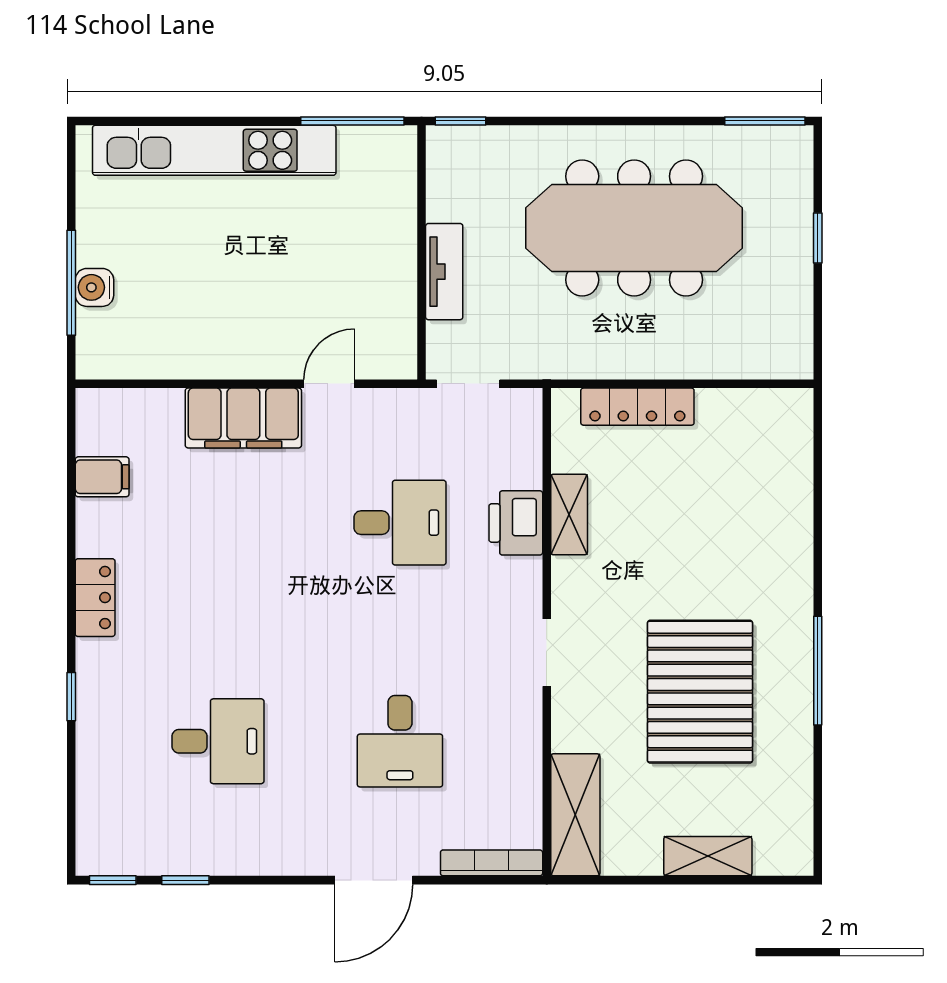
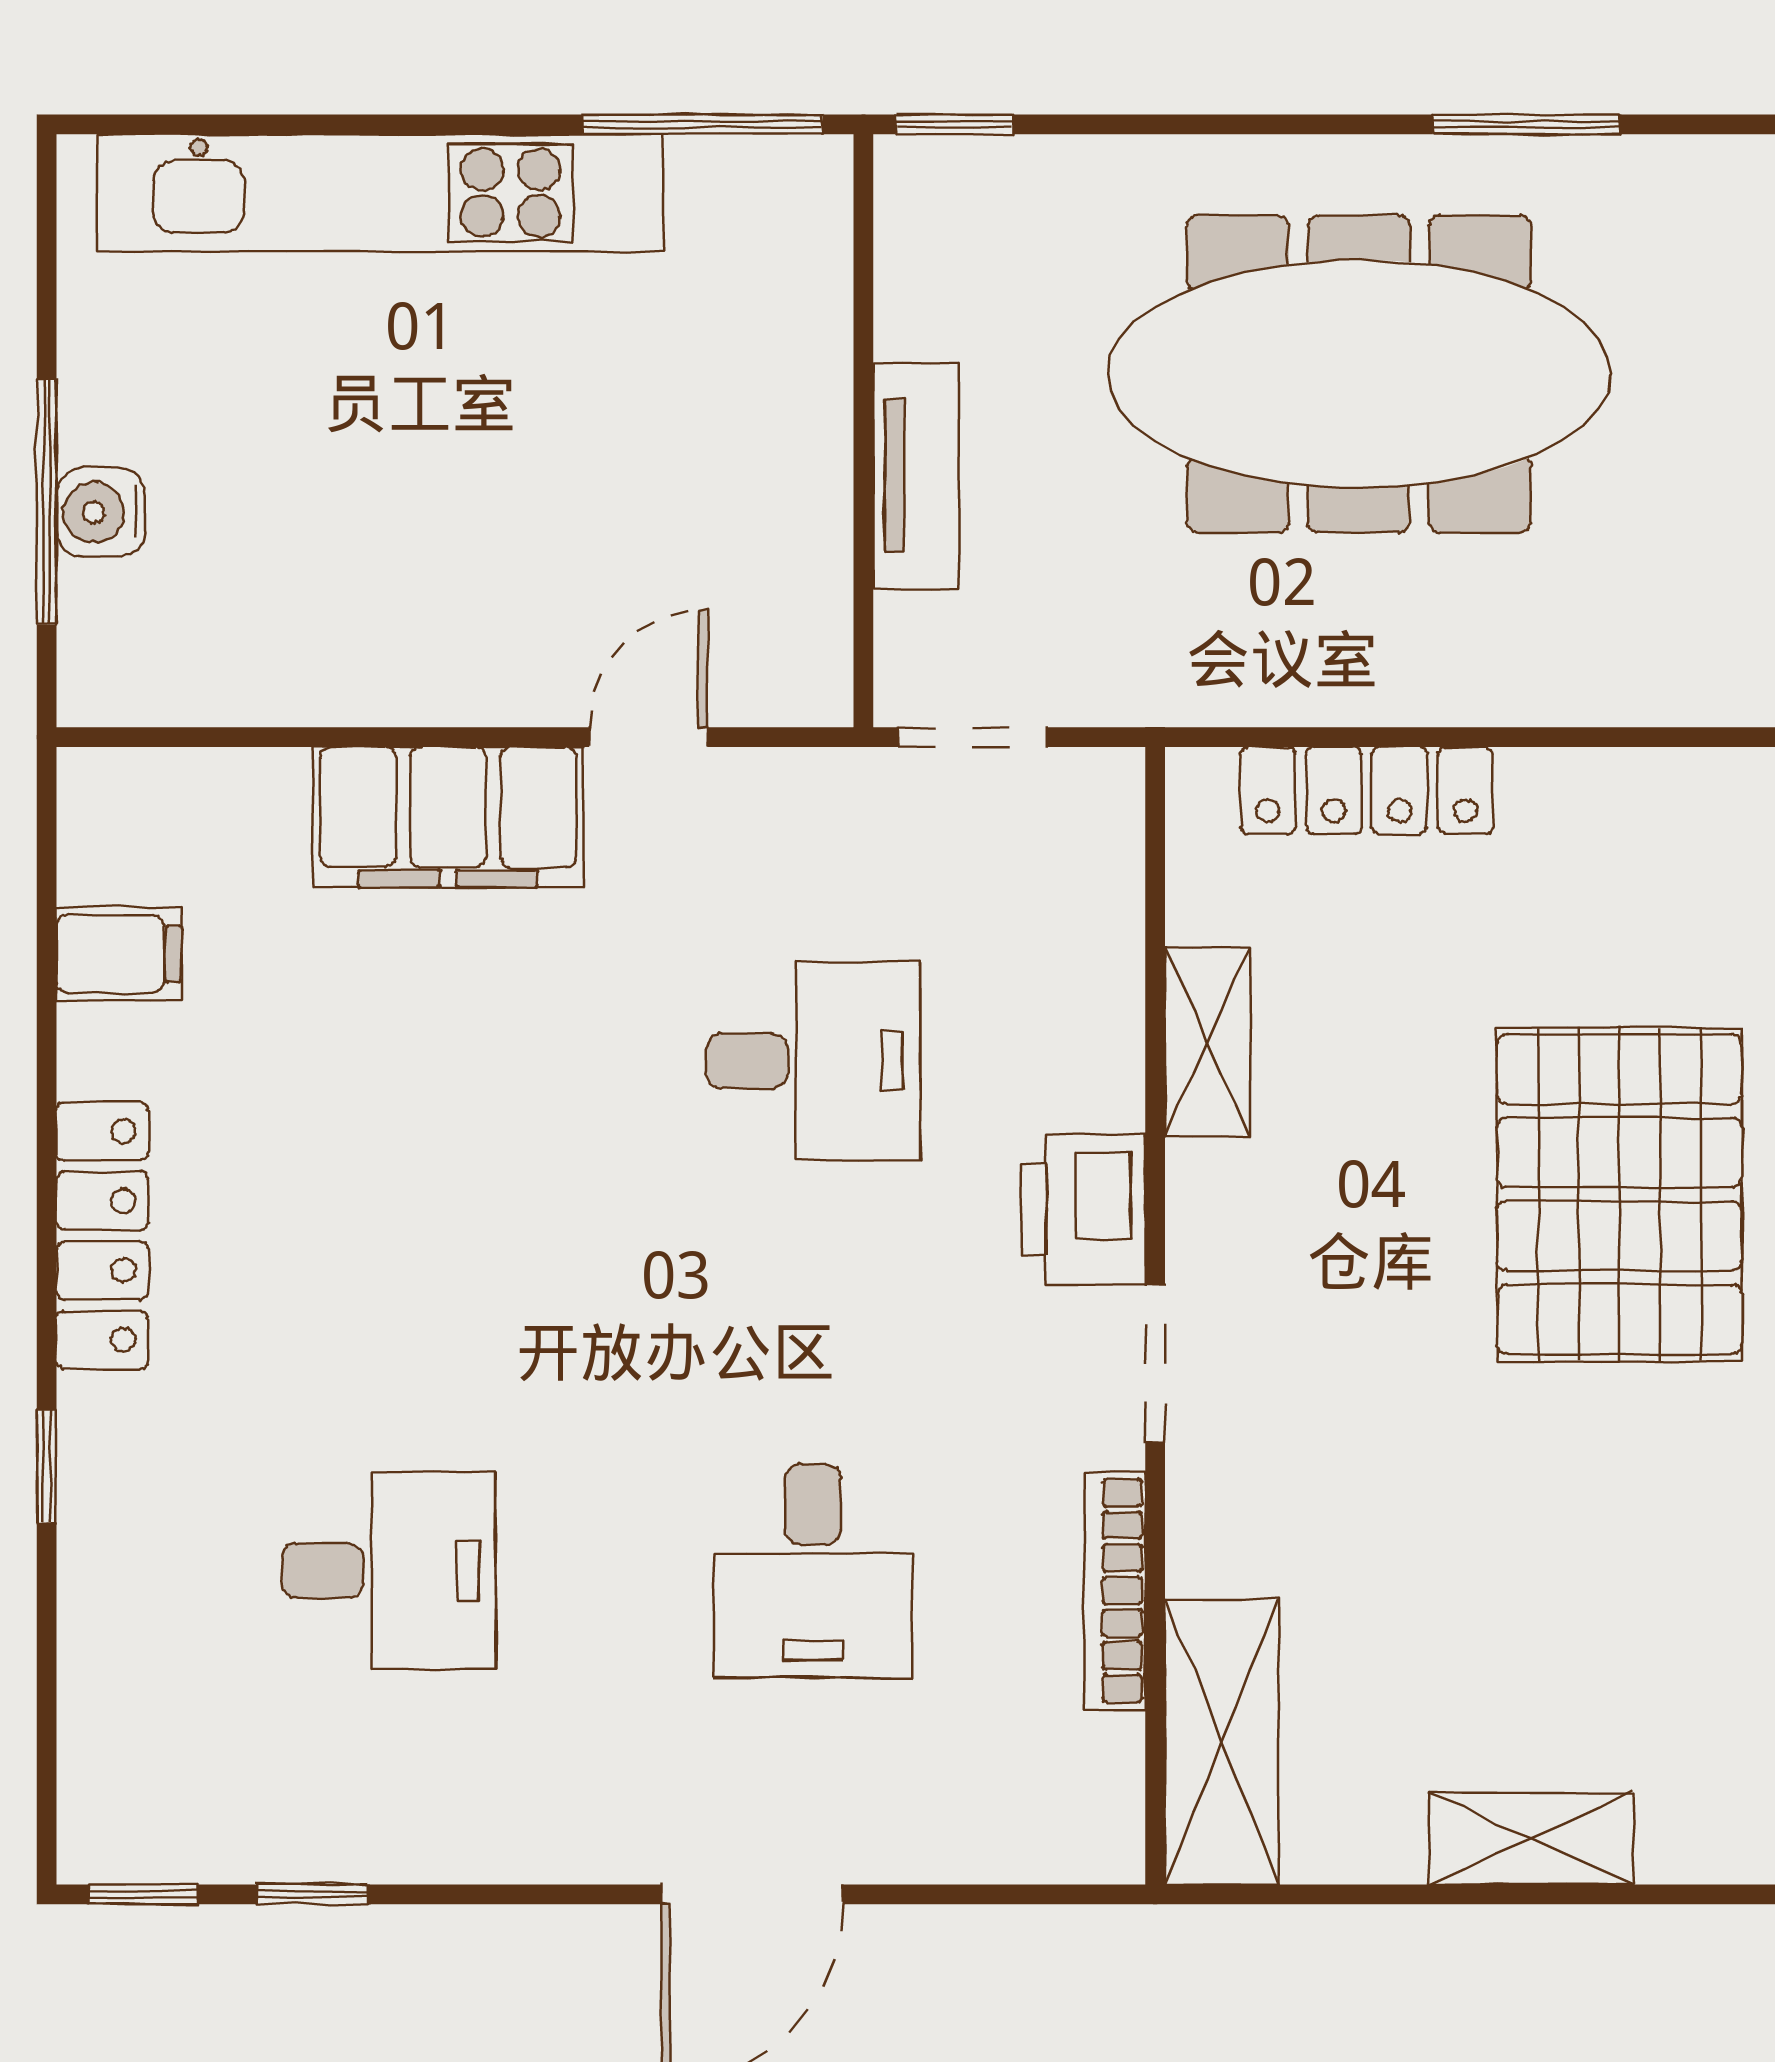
window: (765, 121) -> (1526, 124), moved
printer: (516, 523) -> (1083, 1209), moved
locker: (95, 598) -> (102, 1236), width x1.53
pallet: (700, 692) -> (1619, 1194), moved
bookcase: (492, 863) -> (1115, 1590), moved, turned -90

